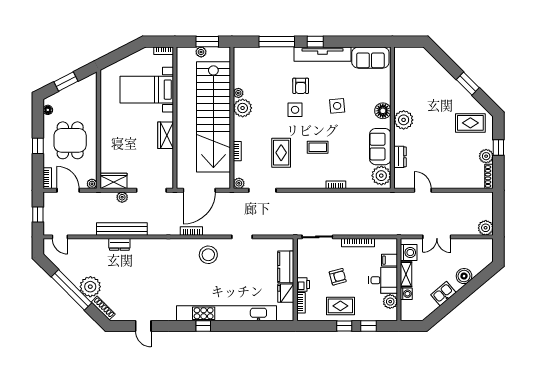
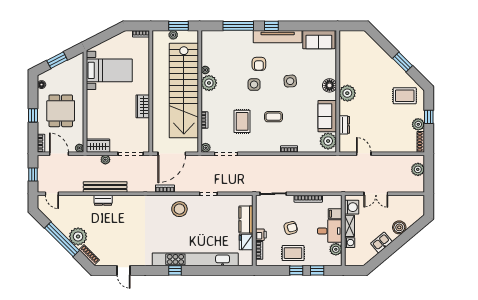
bed with nightstands: (147, 90) -> (109, 70), moved, turned 180
plant: (486, 228) -> (418, 169), moved

